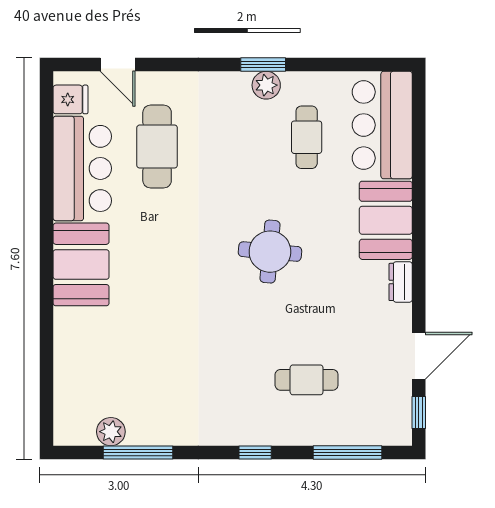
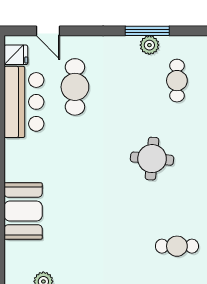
window: (263, 65) -> (147, 31), width x1.44
booth: (81, 264) -> (23, 211), moved

